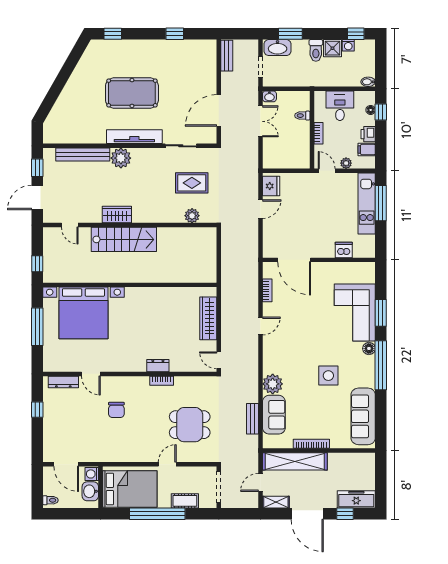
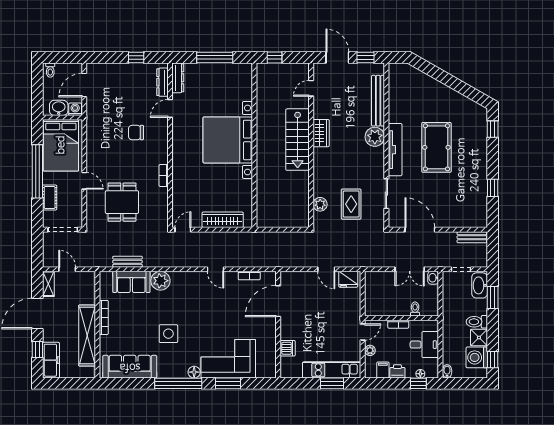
washing machine: (348, 45) -> (477, 357), width x1.89, depth x1.89
window: (381, 203) -> (332, 383), width x0.69
bed with nightstands: (83, 313) -> (228, 140), moved
dresser: (158, 366) -> (178, 78), moved, width x1.44
shelving: (295, 461) -> (87, 335), moved

